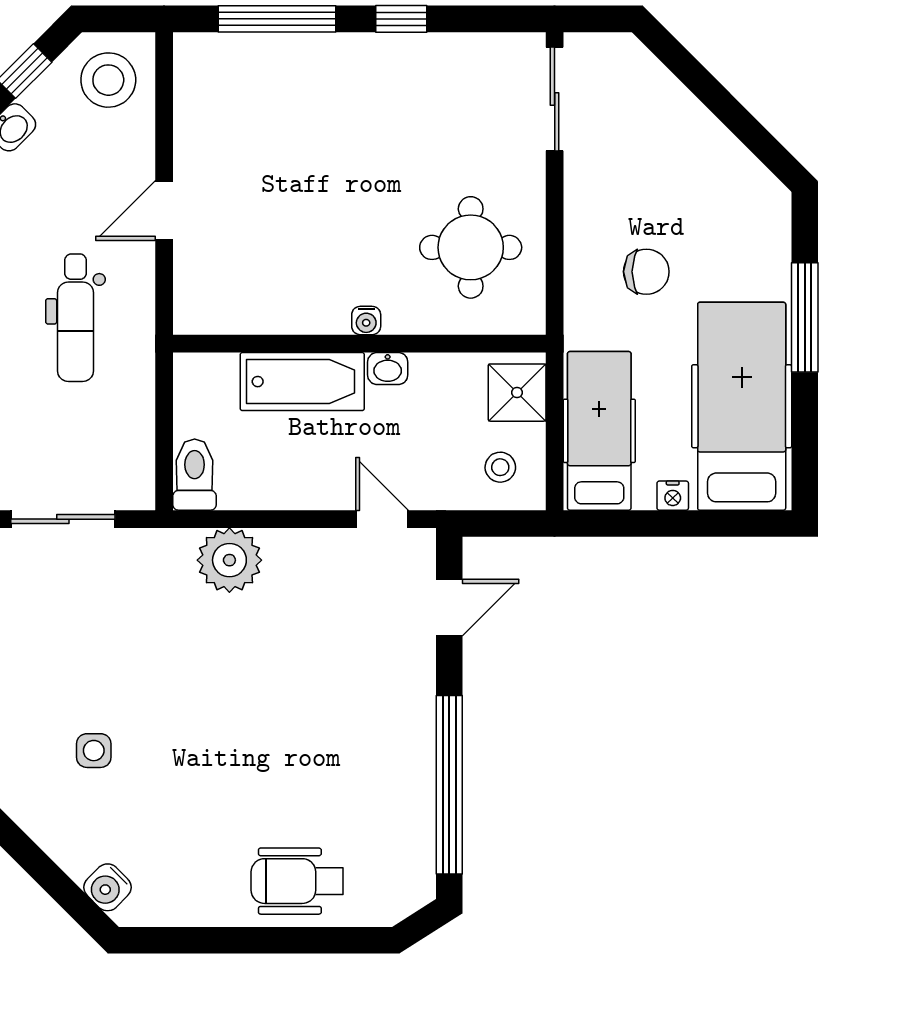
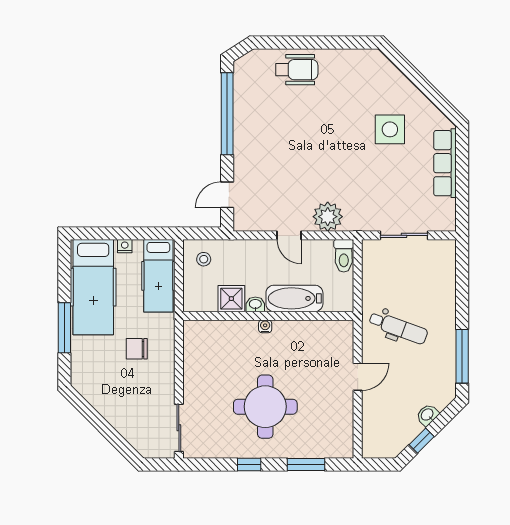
window: (277, 19) -> (306, 465), width x0.69
stool: (108, 80) -> (383, 436), removed
round table: (471, 247) -> (265, 407), moved, width x1.36, depth x1.36
dental chair: (76, 318) -> (398, 328), turned 110
shower: (517, 393) -> (231, 299), moved
door: (382, 519) -> (289, 235), moved
side table: (94, 751) -> (390, 129), width x1.87, depth x1.87
water cooler: (108, 887) -> (384, 67), removed

